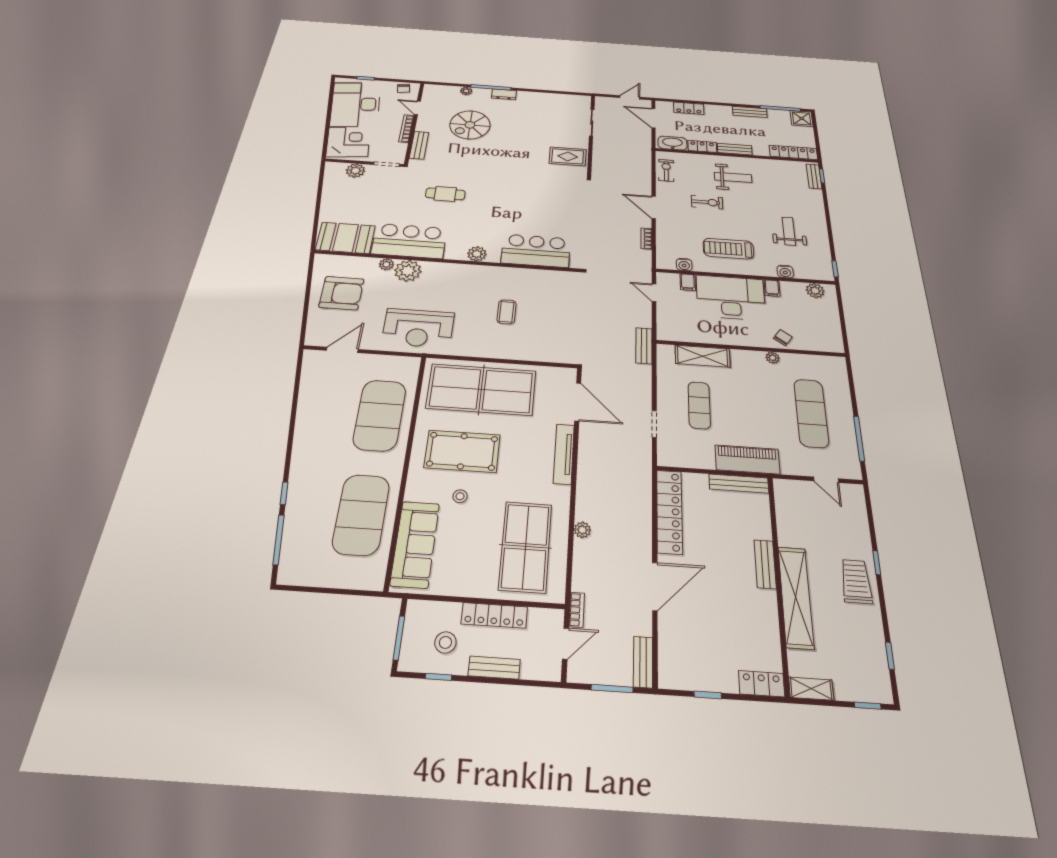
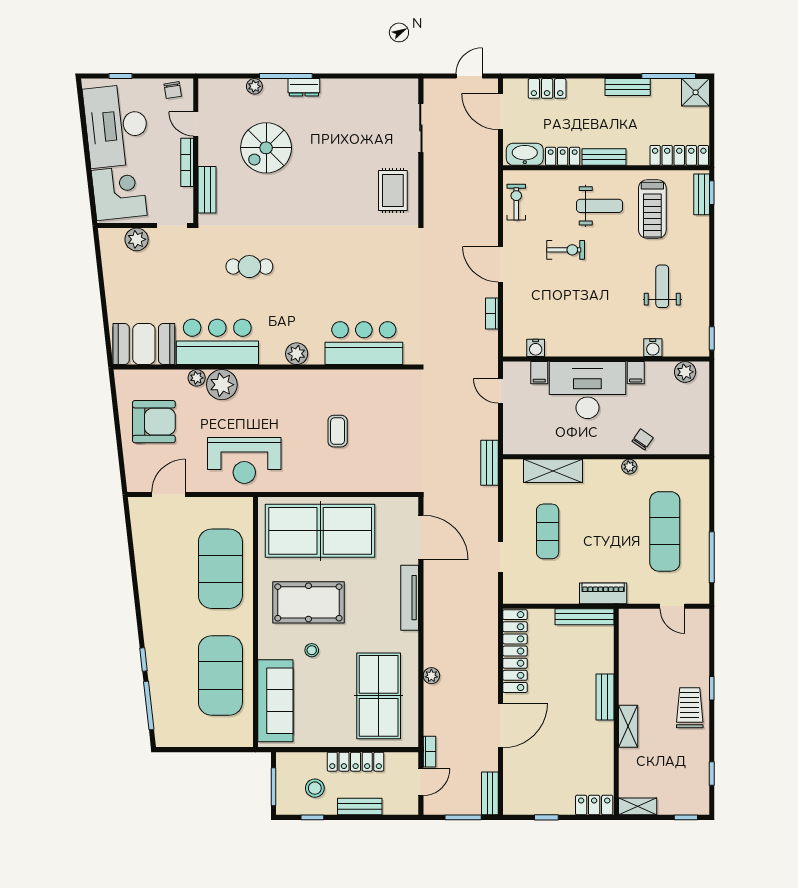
rug: (568, 156) -> (393, 191), turned 90
treadmill: (728, 249) -> (652, 209), moved, turned -90
piano: (747, 459) -> (603, 593), width x0.73, depth x0.75
shelving: (796, 597) -> (628, 726), width x0.45, depth x0.75

